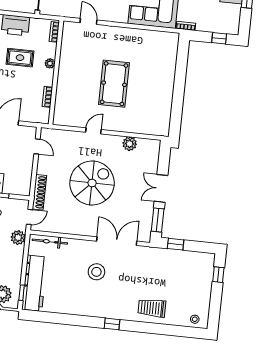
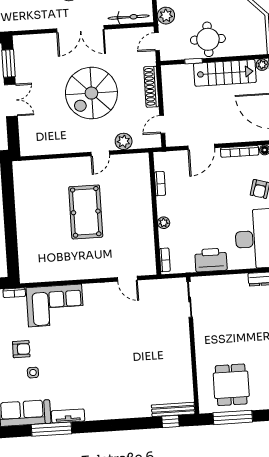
rug: (20, 58) -> (199, 223), removed
plant: (130, 144) -> (124, 141), moved
door: (37, 146) -> (162, 124), hinge flipped
shoe rack: (39, 192) -> (151, 87), moved
double door: (117, 241) -> (80, 29), moved

